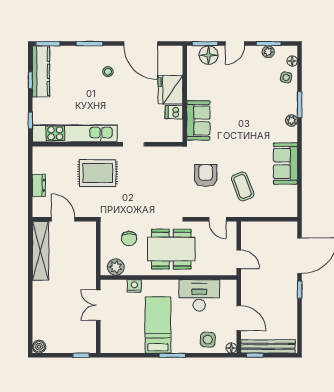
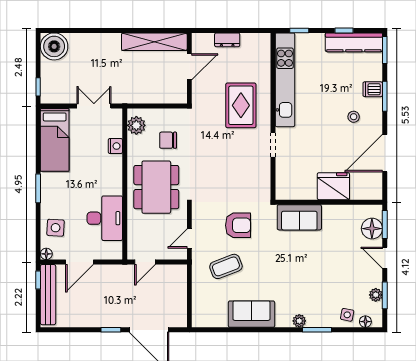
dishwasher: (174, 112) -> (373, 89), moved, turned -90
bed: (158, 325) -> (55, 140), moved, turned 90
boiler: (39, 347) -> (54, 46), width x1.86, depth x1.86

